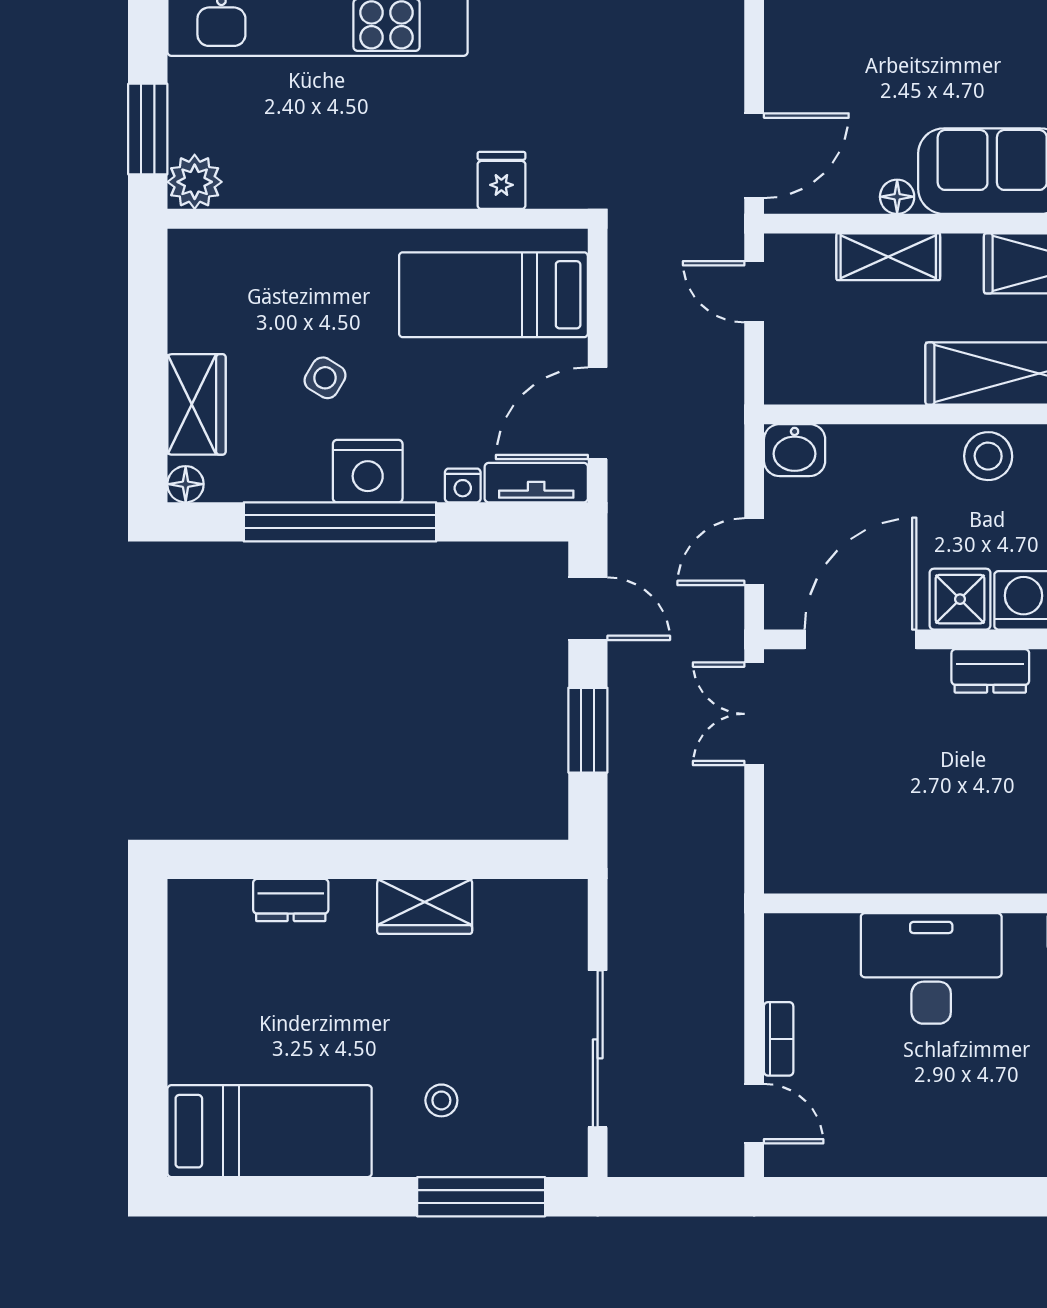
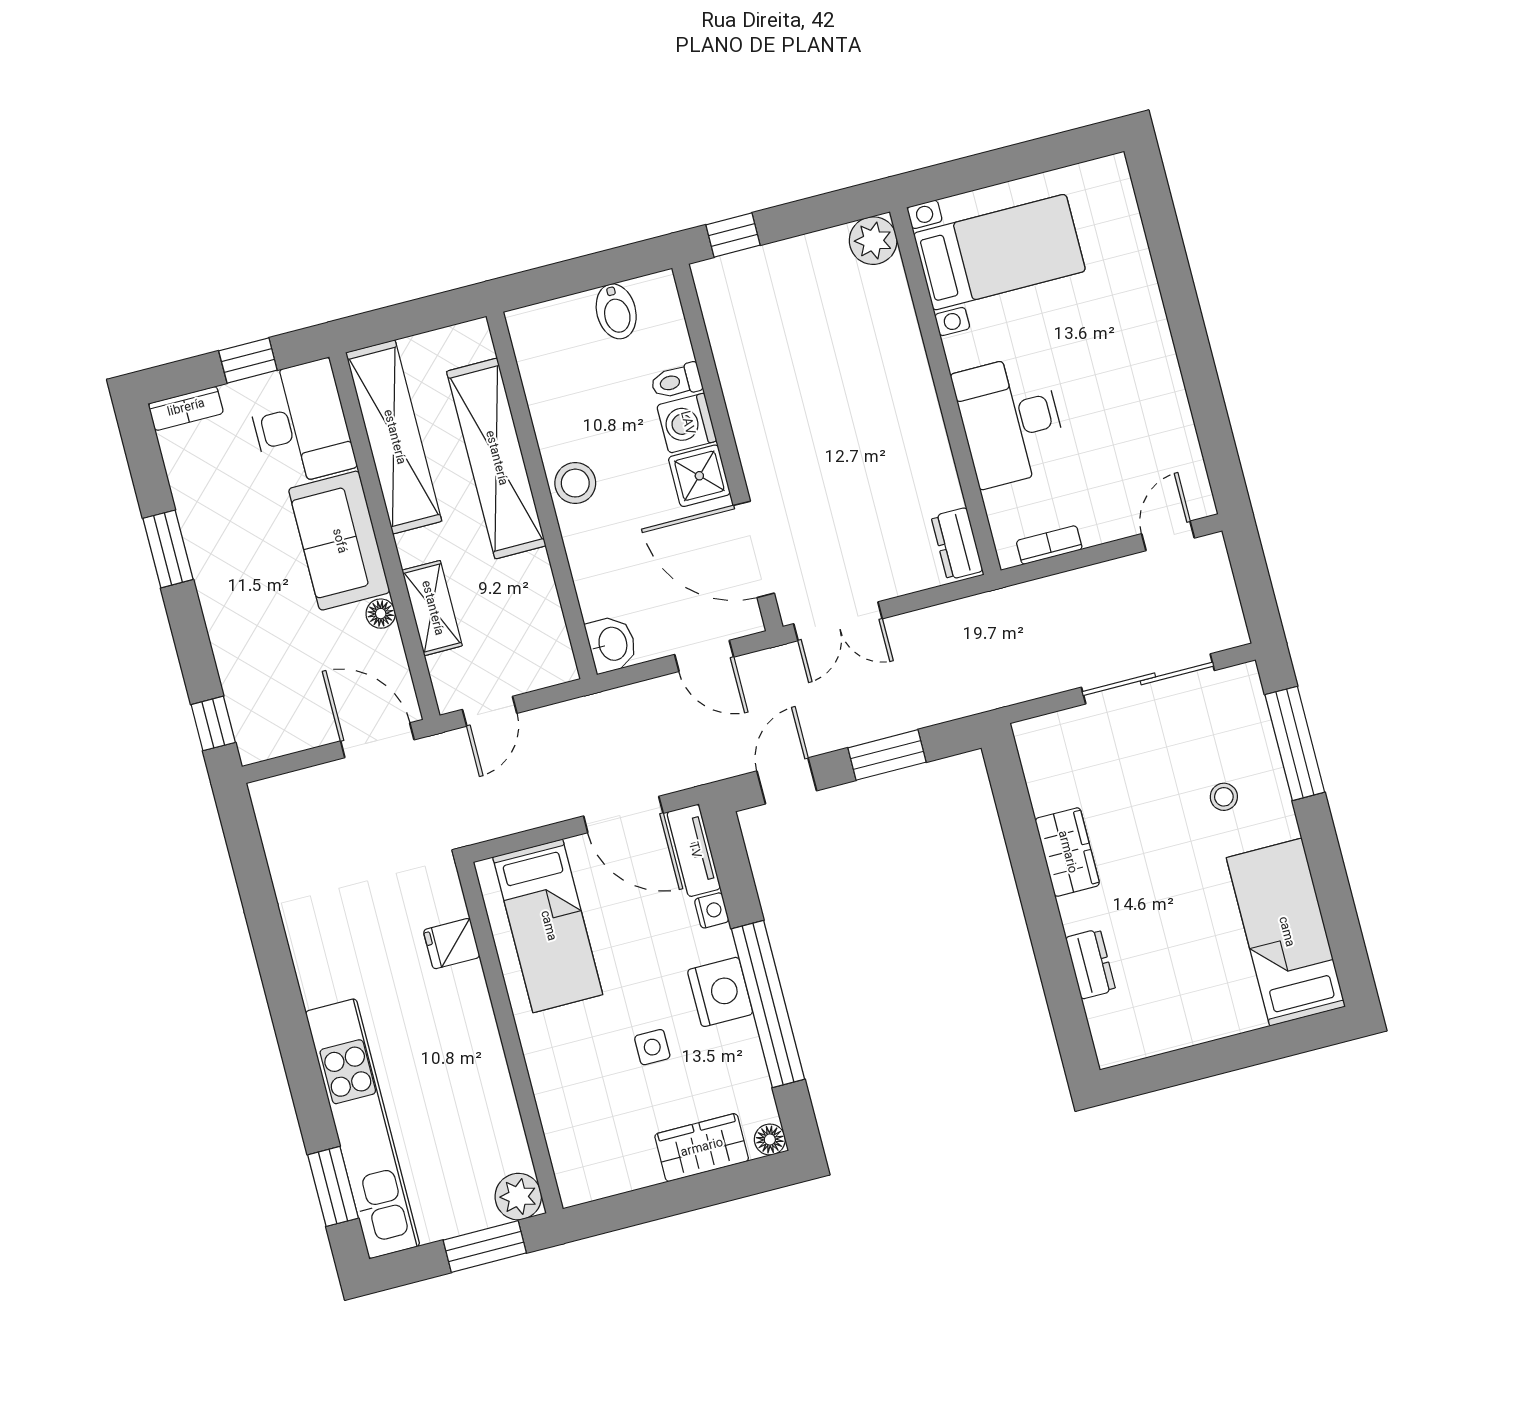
side table: (325, 378) -> (652, 1047), turned -31
dresser: (990, 671) -> (957, 544), moved, turned 180
bookcase: (779, 1039) -> (1049, 545), moved

